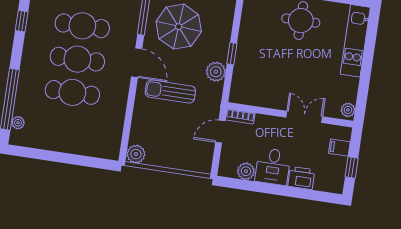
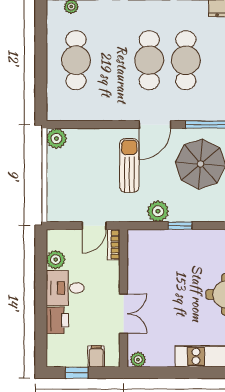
cafe table: (72, 92) -> (76, 60), moved
door: (220, 132) -> (94, 226), swing flipped

